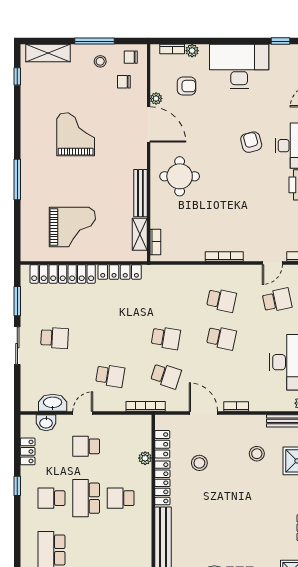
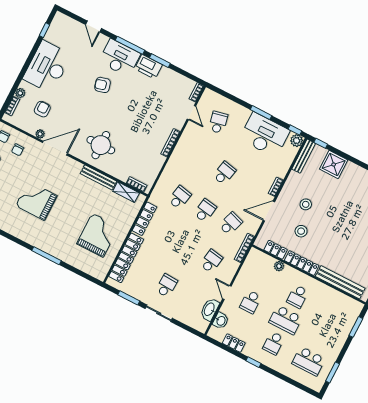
school desk: (221, 300) -> (180, 197), moved
stool: (257, 454) -> (306, 204), moved

